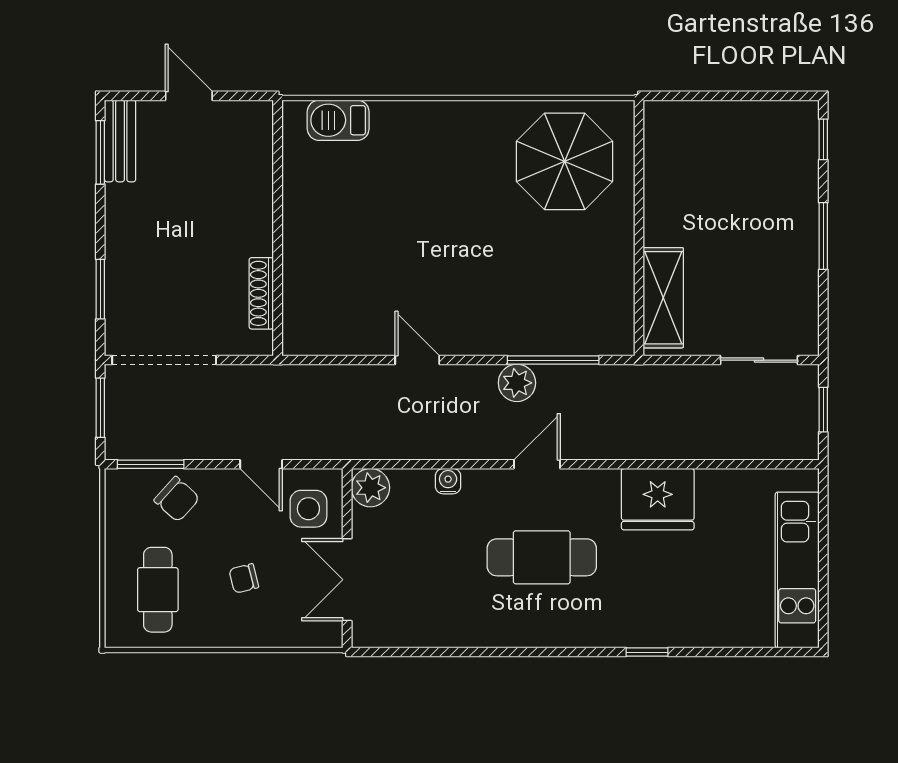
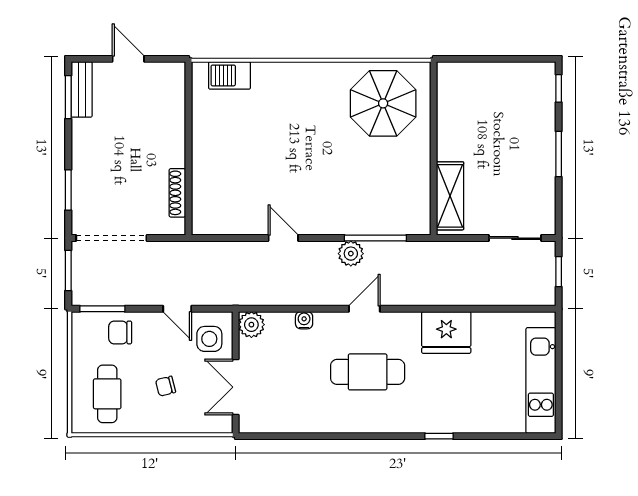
chair: (177, 499) -> (120, 332), turned 138

